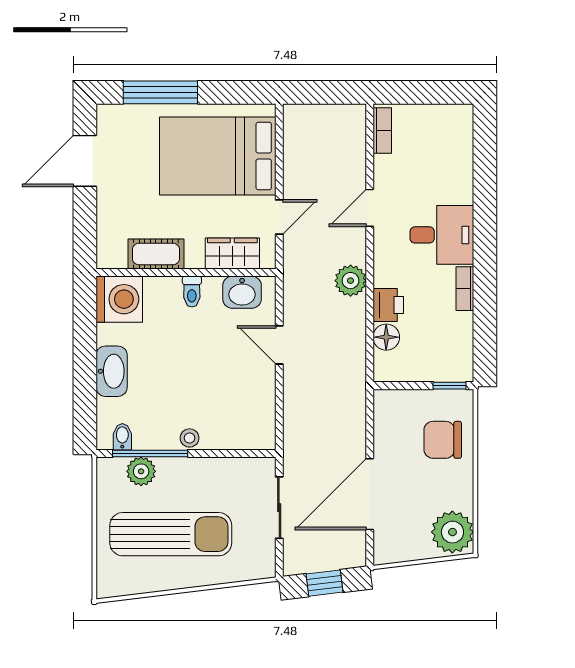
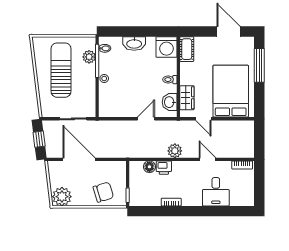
desk: (442, 235) -> (216, 192), moved
cot: (156, 254) -> (187, 49), moved
chair: (443, 440) -> (103, 192), turned 73
sun lounger: (171, 534) -> (61, 70), turned 180

